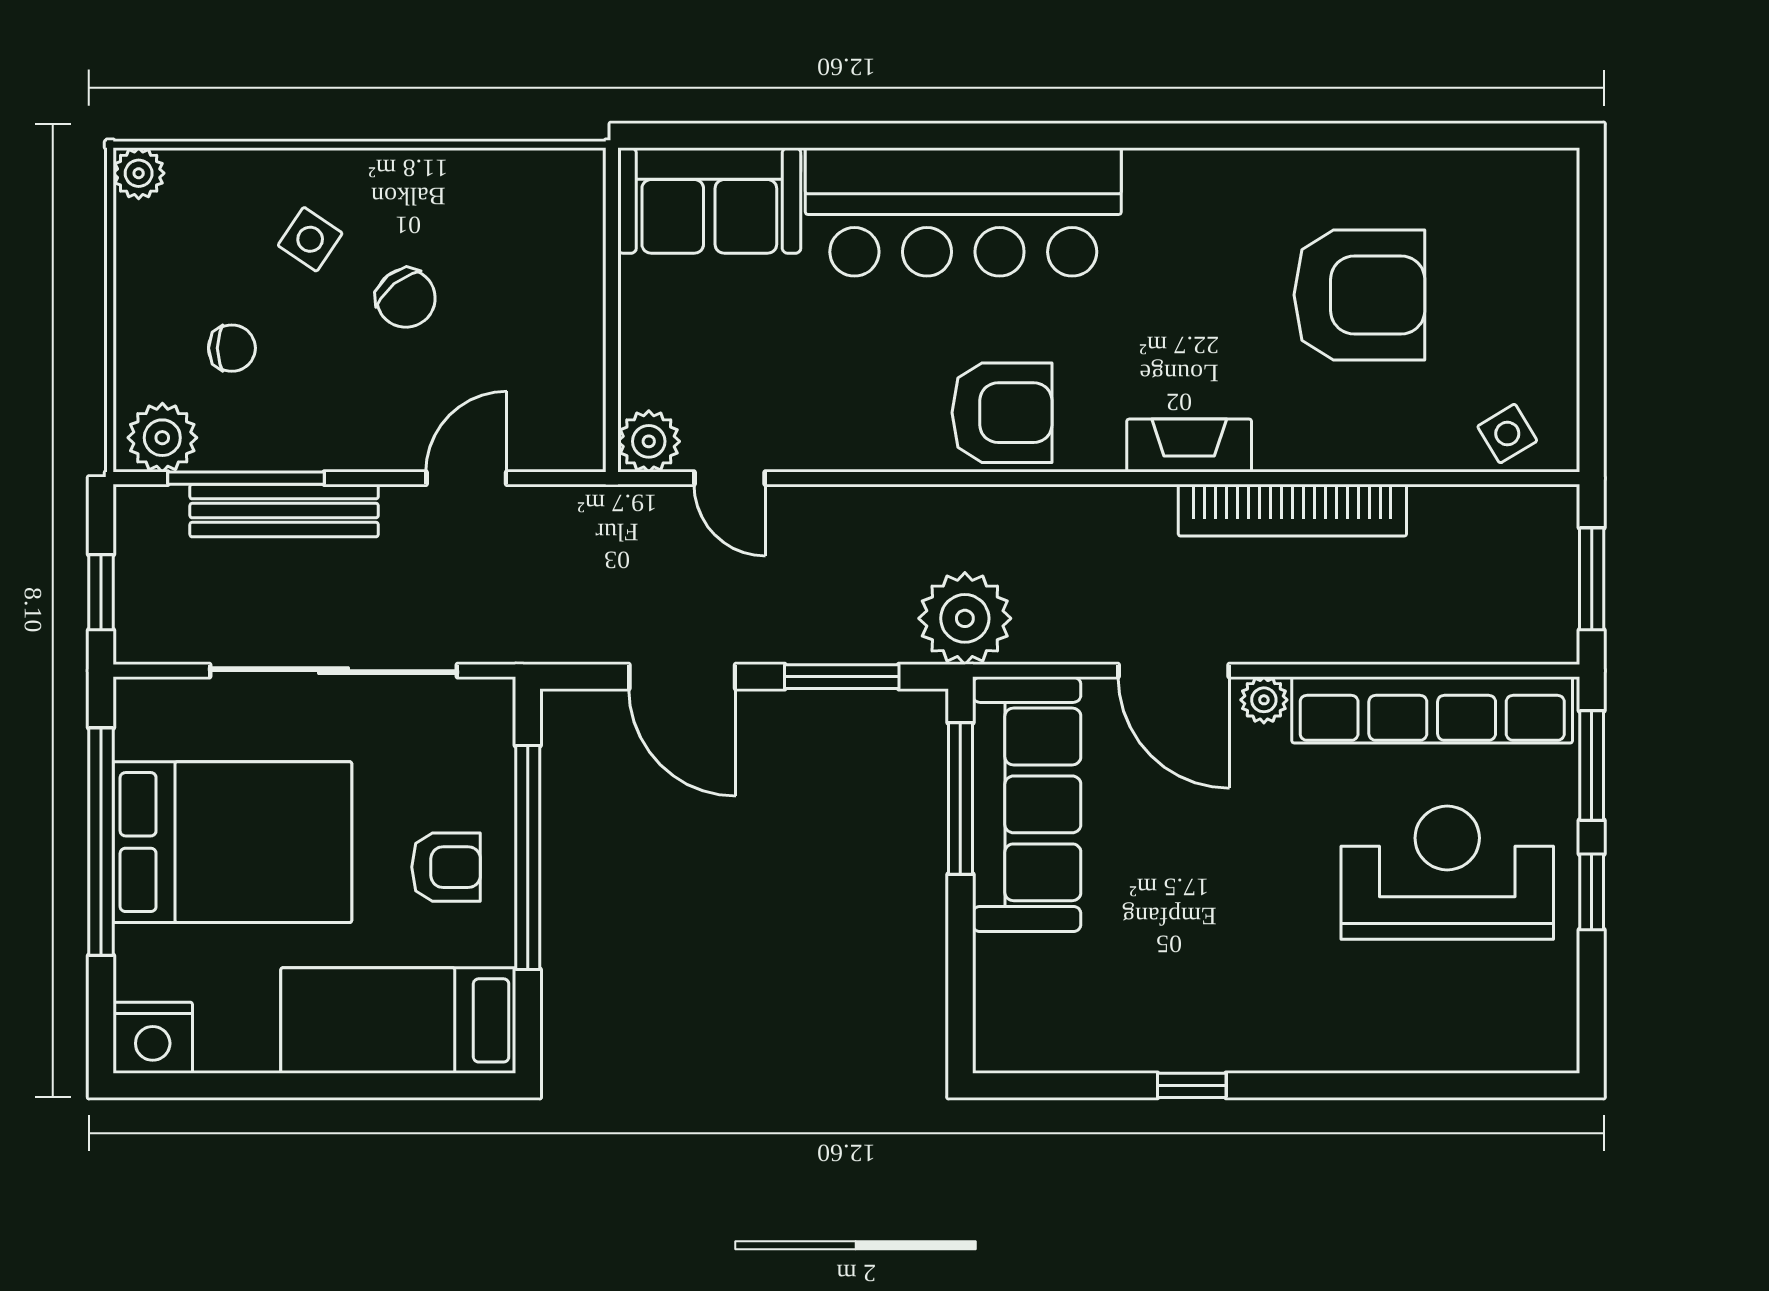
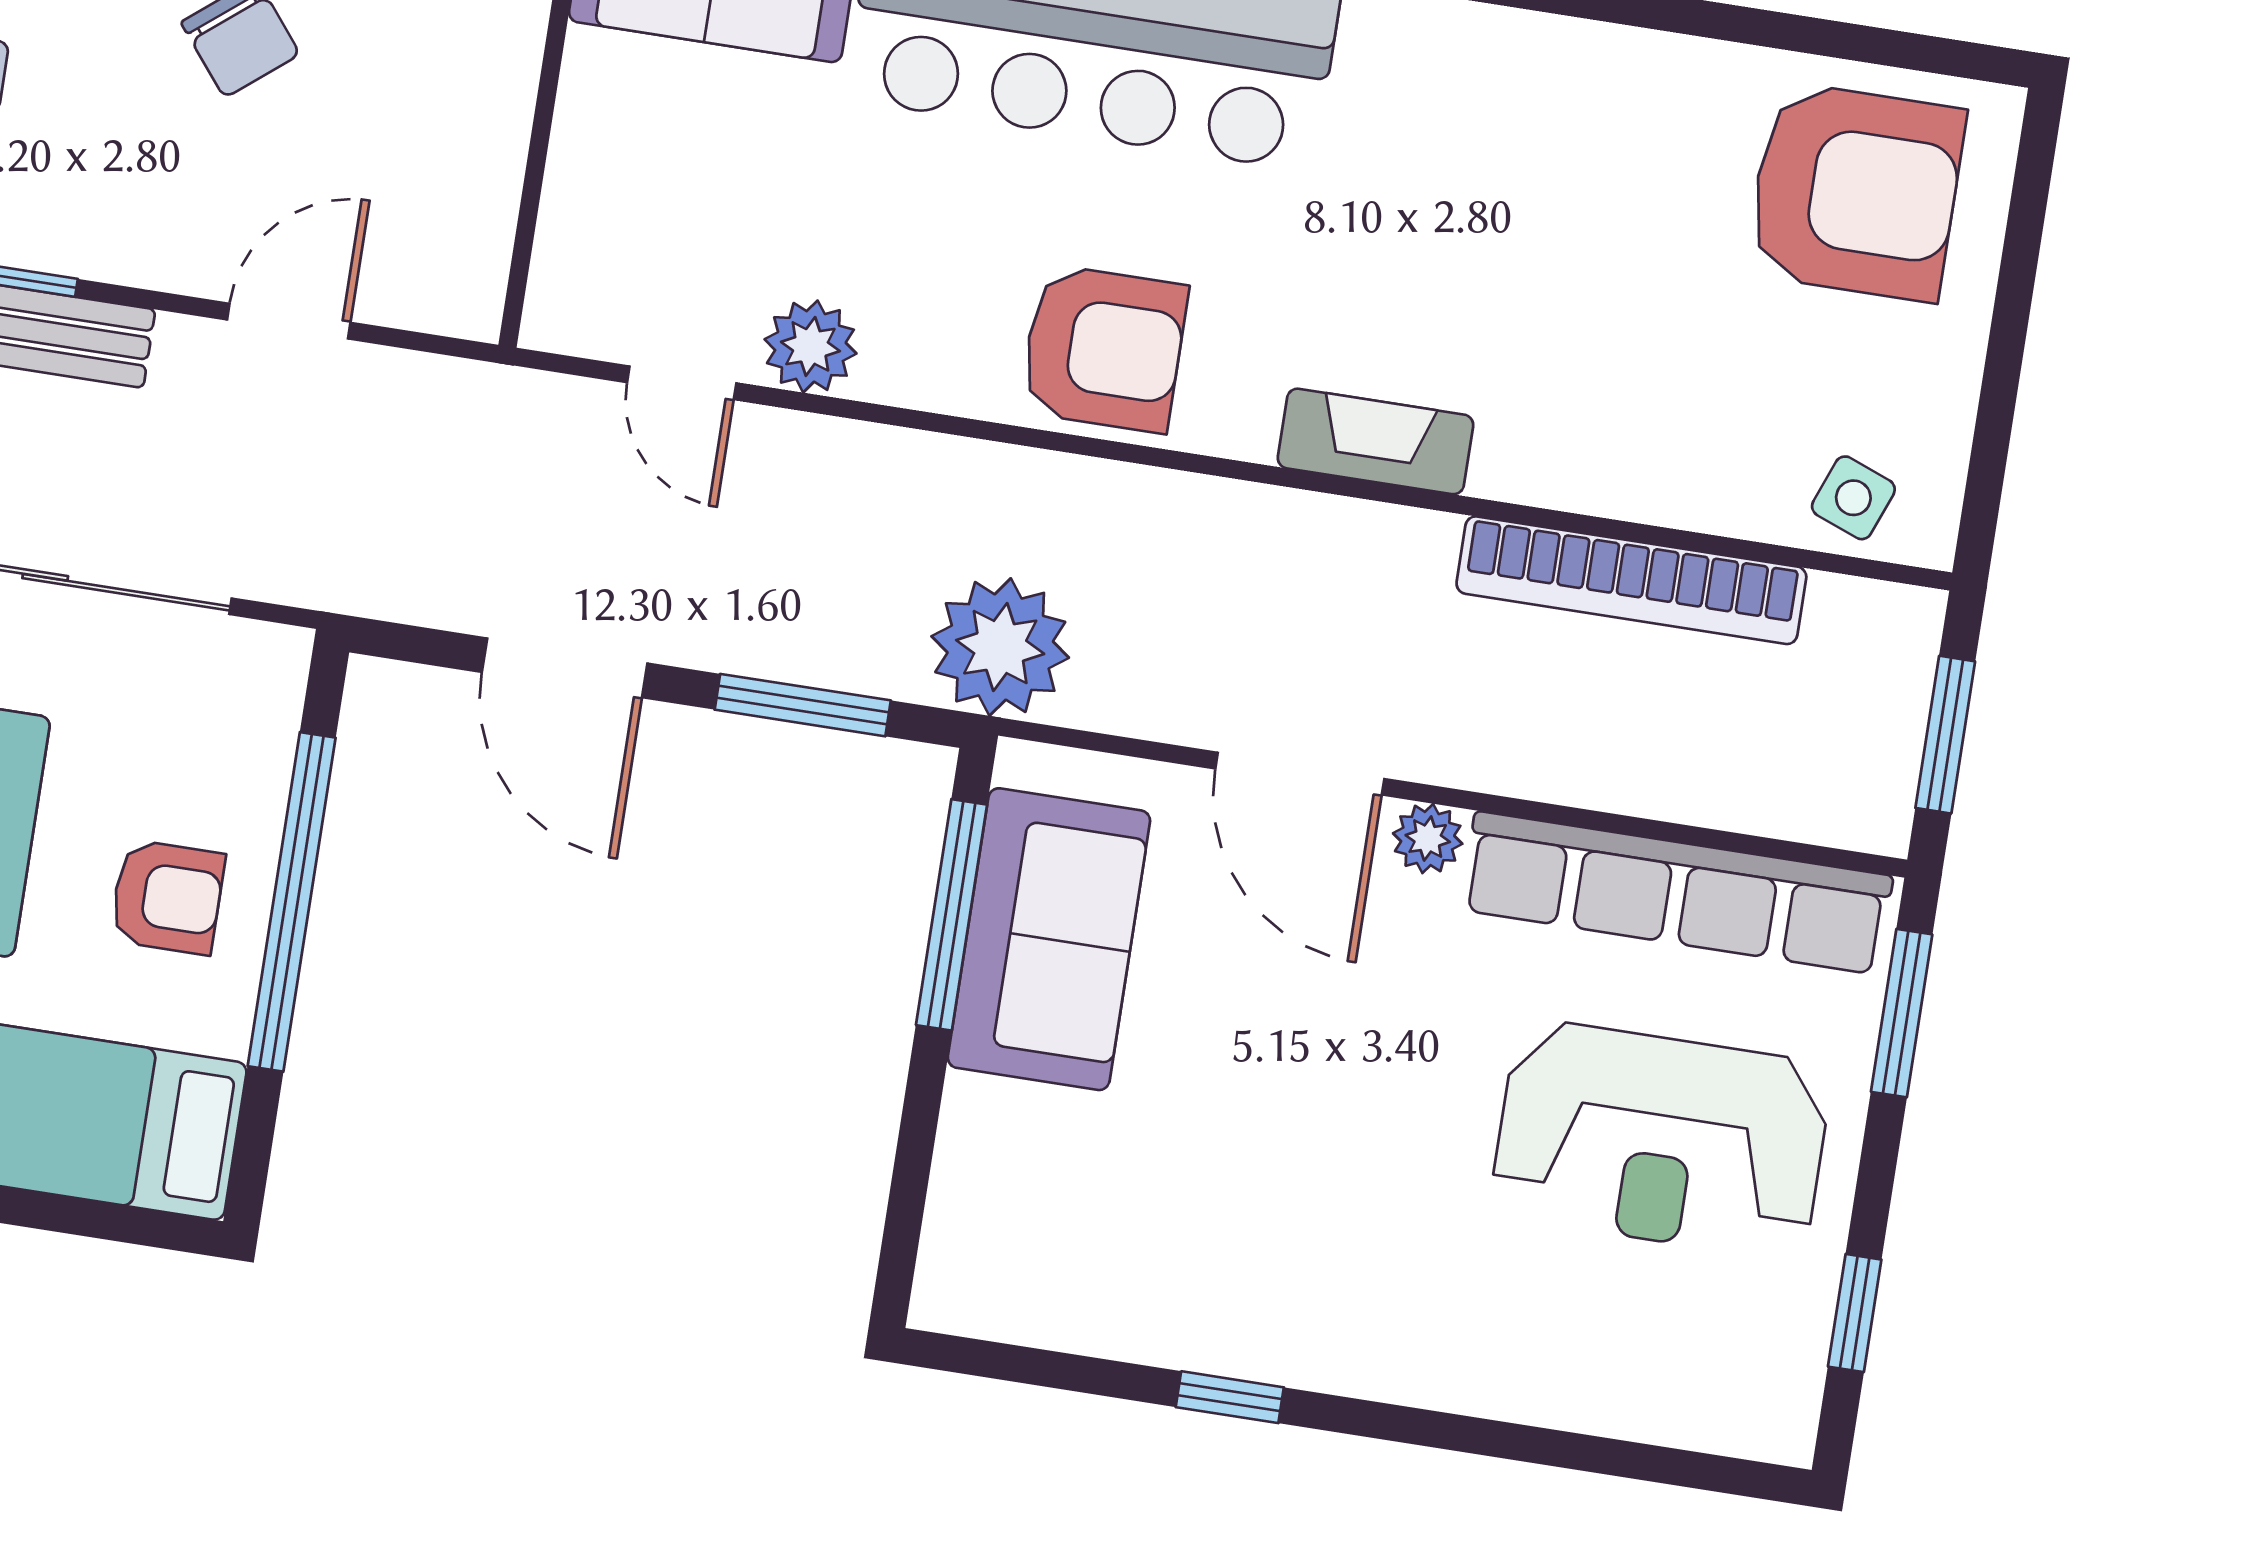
armchair: (1359, 295) -> (1856, 192), moved
side table: (1507, 434) -> (1853, 498), turned -38
plant: (649, 441) -> (810, 346), moved
bookcase: (1292, 510) -> (1631, 580), moved
sofa: (1027, 804) -> (1049, 939), width x0.73
reception desk: (1447, 873) -> (1661, 1140), turned 180
window: (1592, 892) -> (1855, 1313), moved

